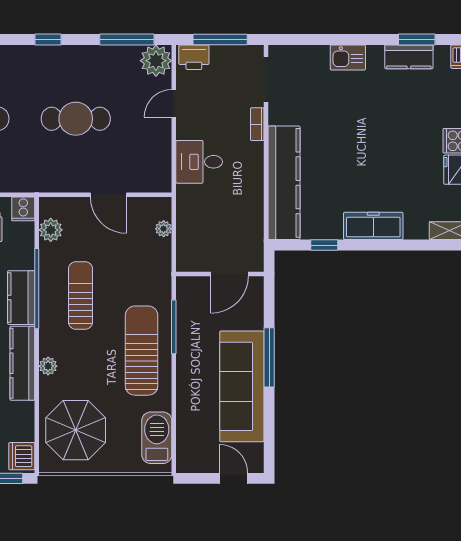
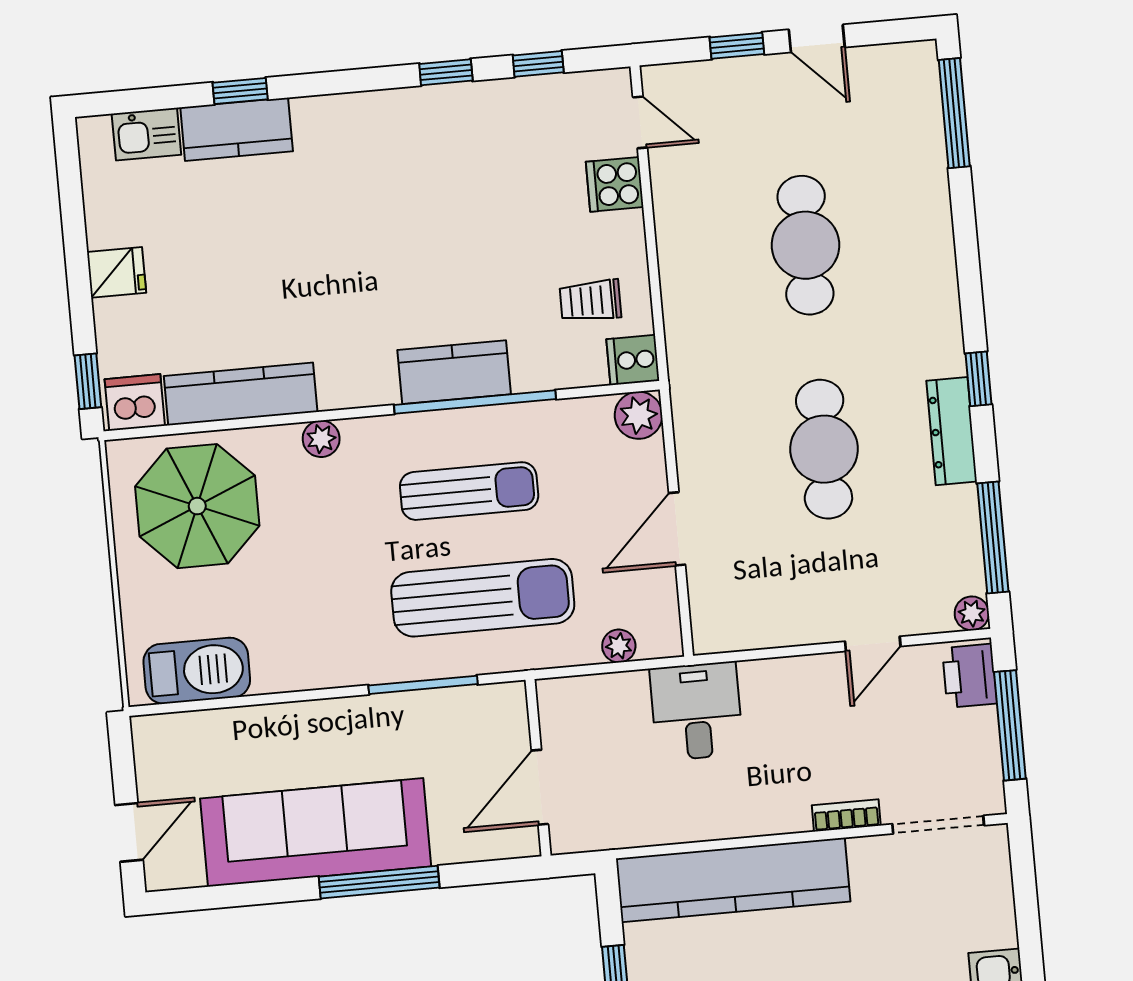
dresser: (73, 55) -> (952, 431), added
plant: (156, 61) -> (972, 613), width x0.53, depth x0.53
door: (174, 103) -> (873, 644), swing flipped
desk: (199, 162) -> (697, 711), moved
plant: (51, 230) -> (639, 415), moved
door: (230, 274) -> (540, 787), hinge flipped
sun lounger: (142, 351) -> (483, 598), moved
kitchen counter: (22, 363) -> (241, 394), moved

